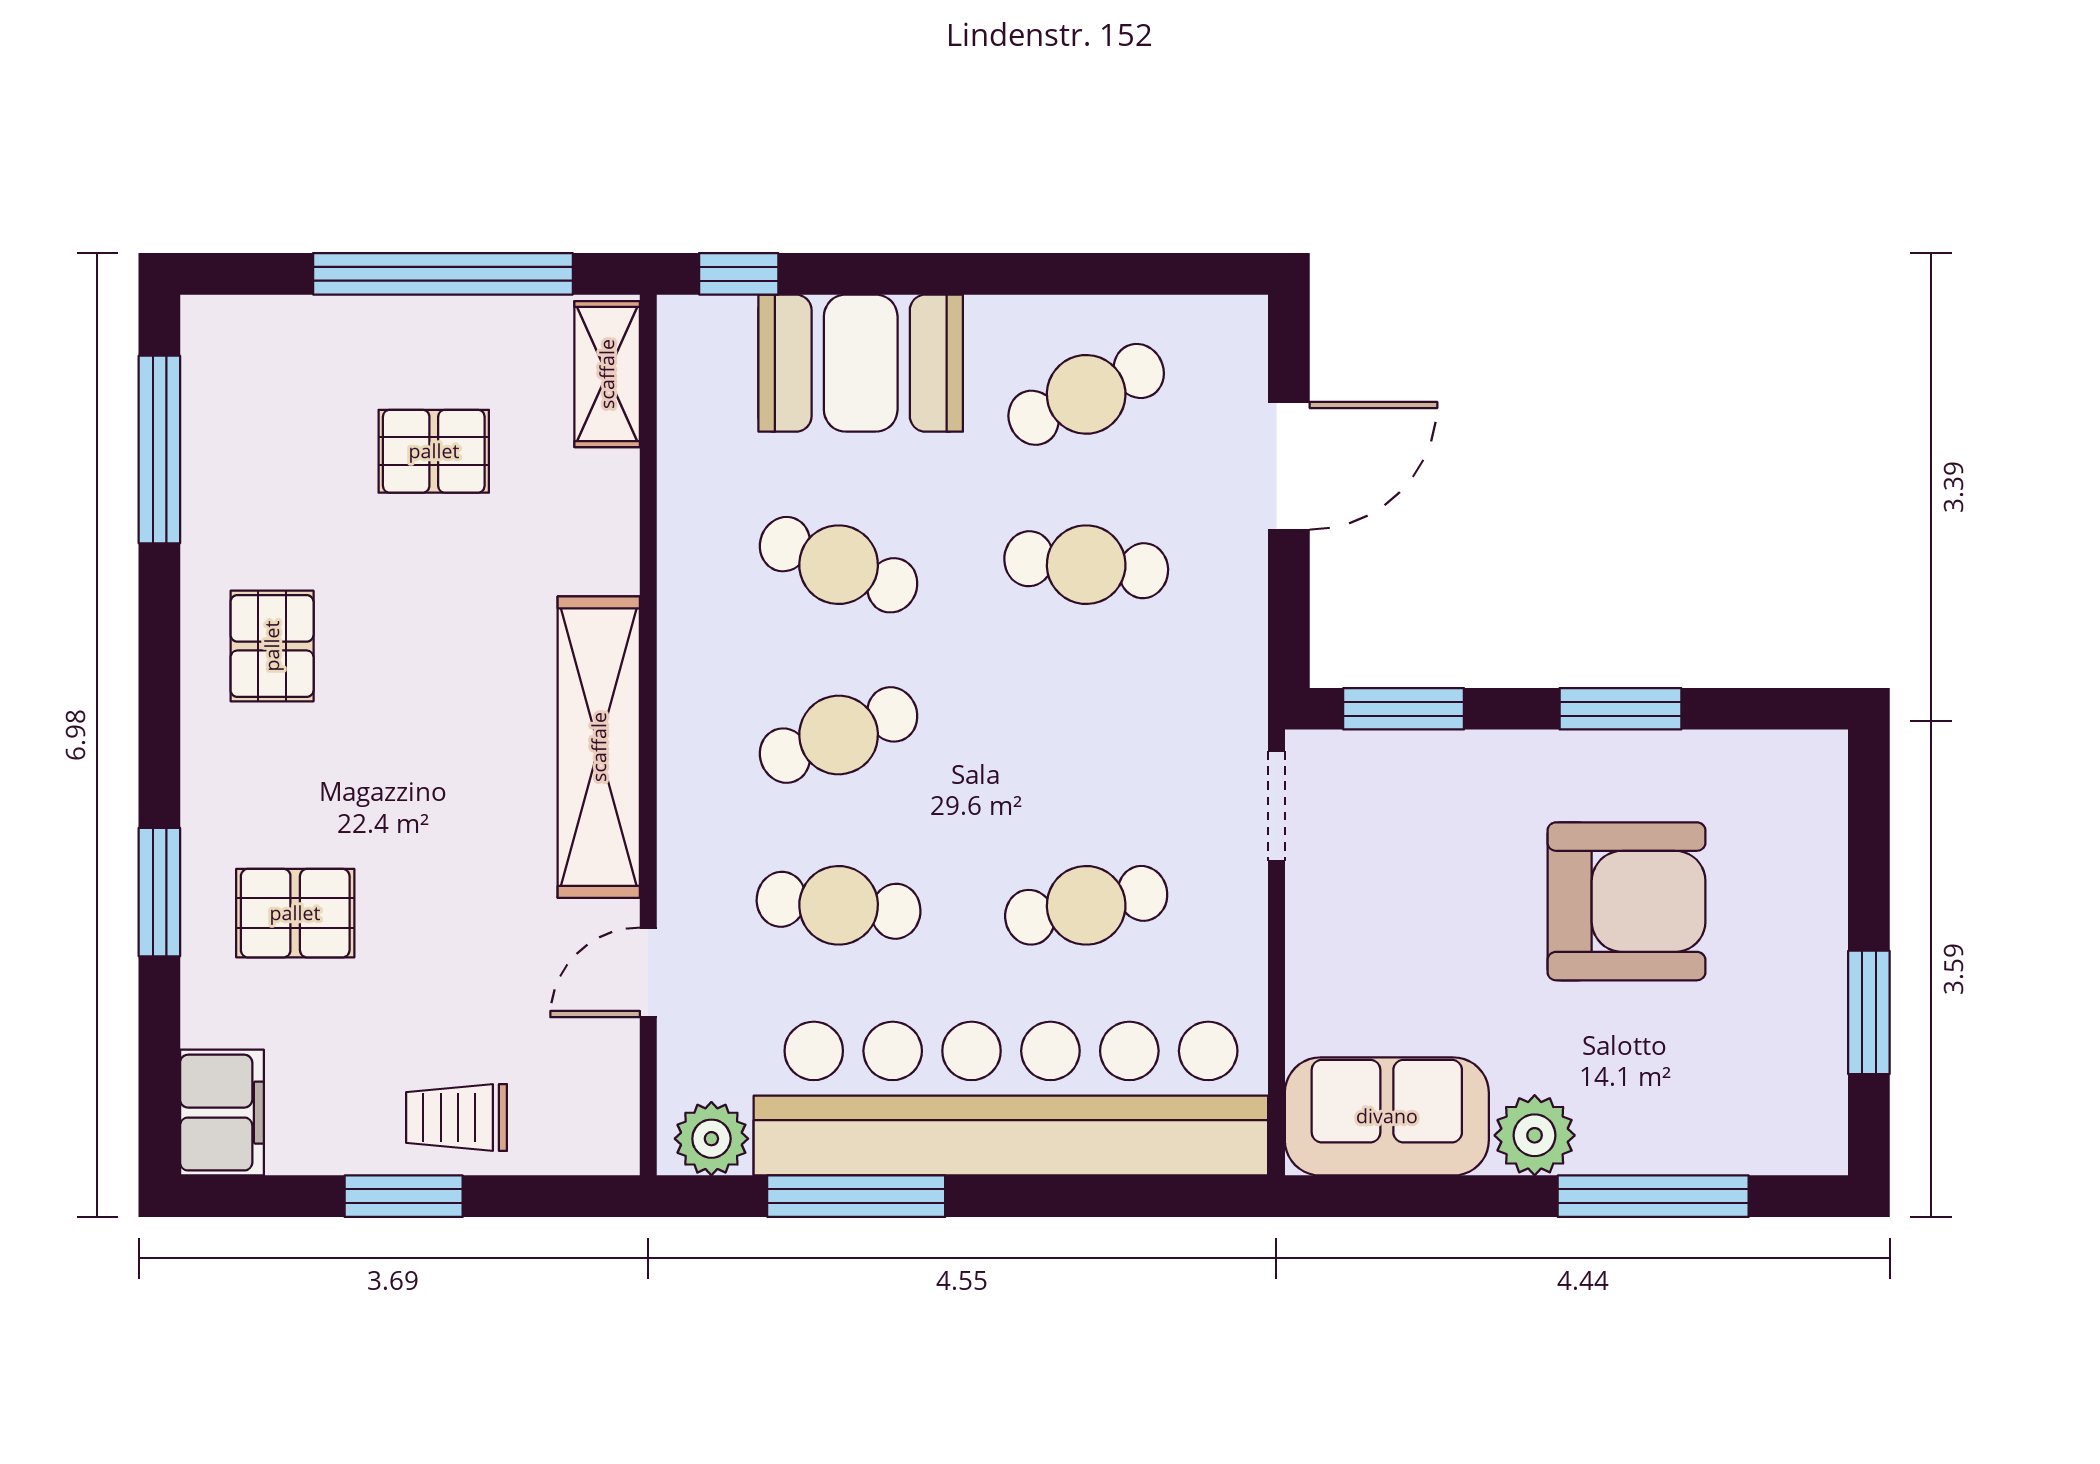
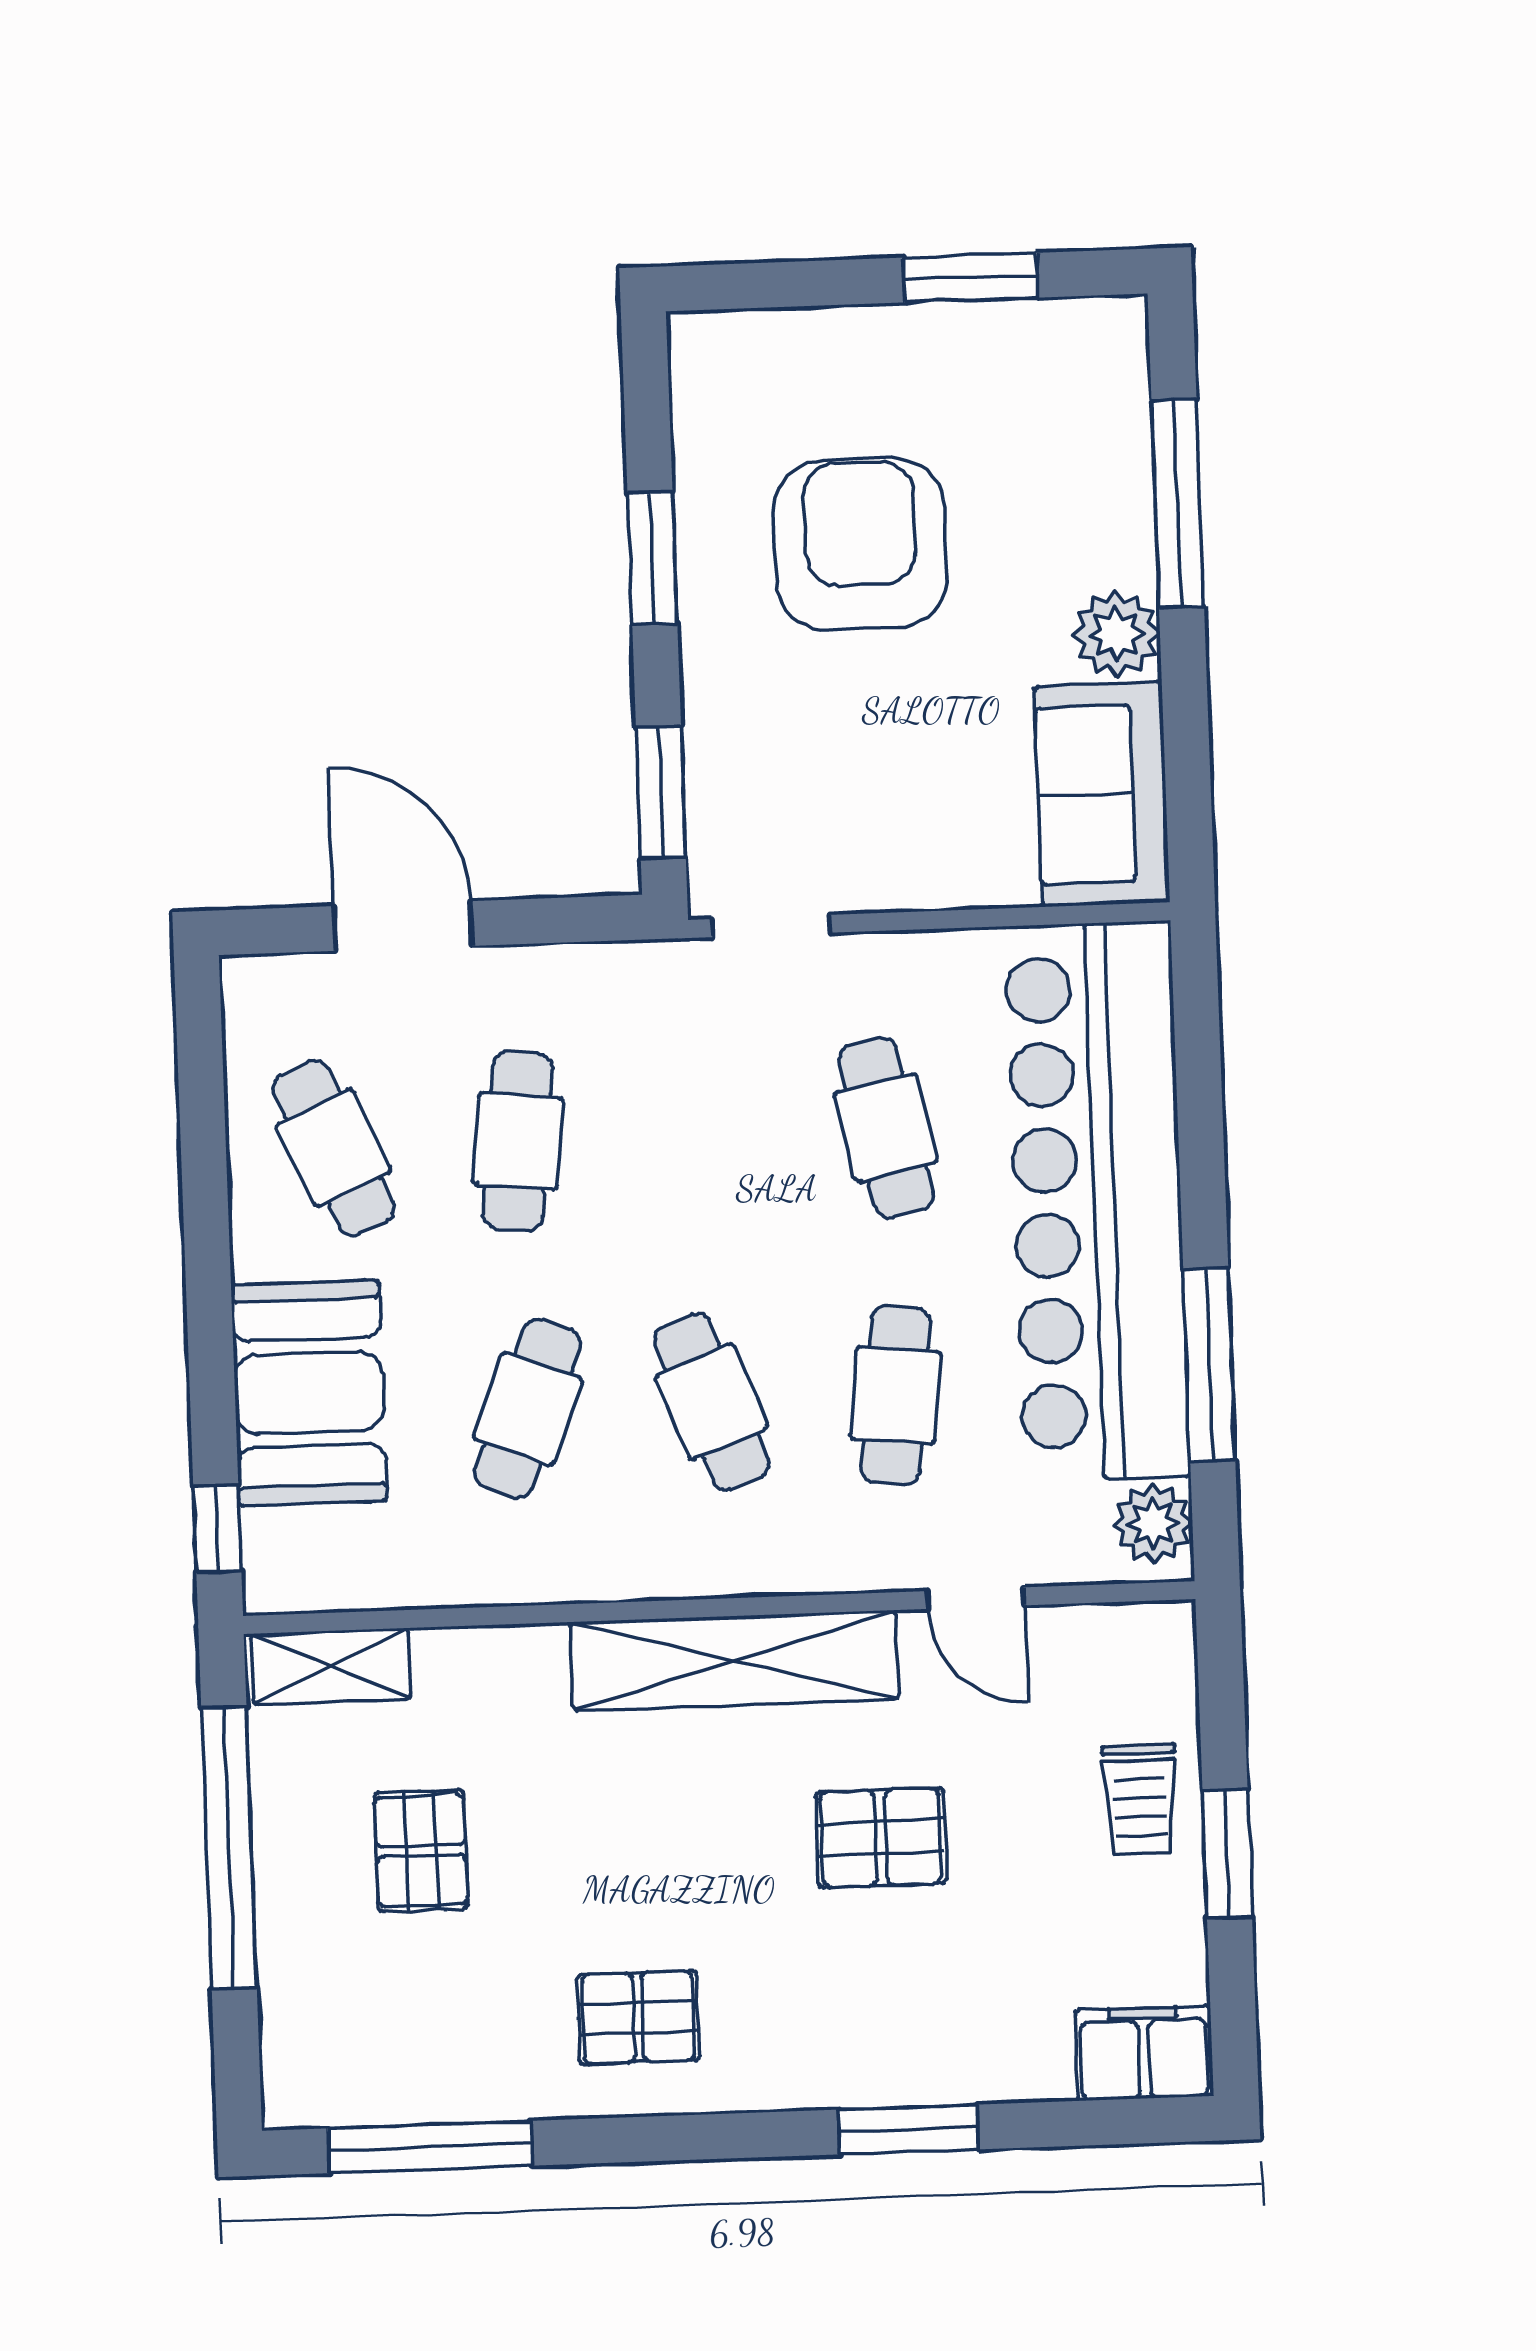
pallet: (295, 913) -> (881, 1838), moved, turned 90

